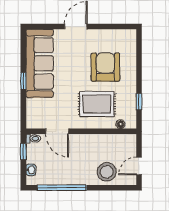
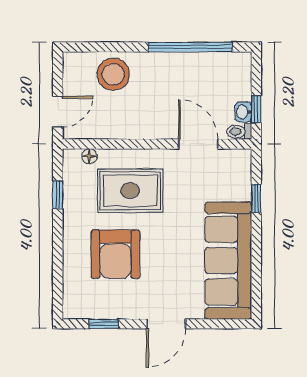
window: (112, 26) -> (104, 324), added
window: (23, 81) -> (256, 199), moved
door: (139, 166) -> (58, 112), moved
washbasin: (31, 170) -> (243, 112), moved

